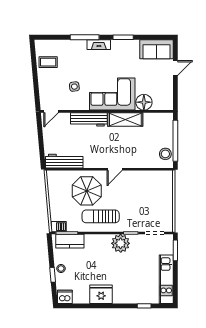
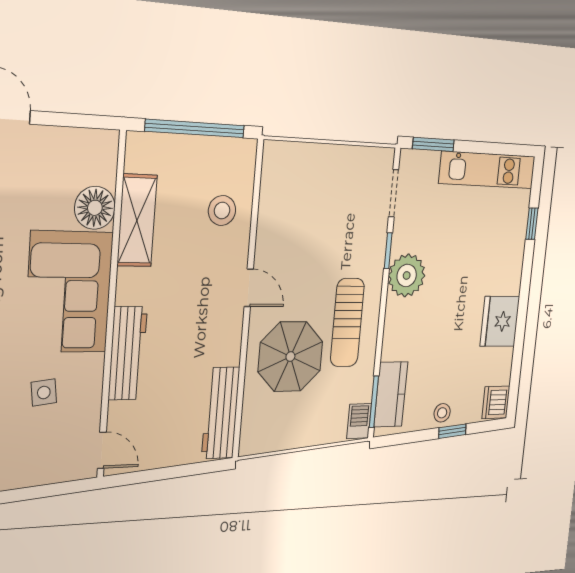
shelving: (125, 120) -> (137, 220), moved
stool: (165, 154) -> (222, 211), moved

